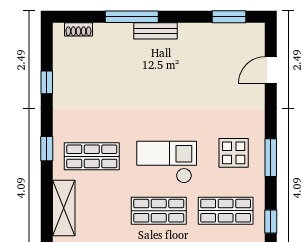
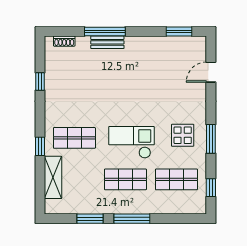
bench: (155, 31) -> (107, 42), moved
window: (47, 149) -> (40, 146), moved

